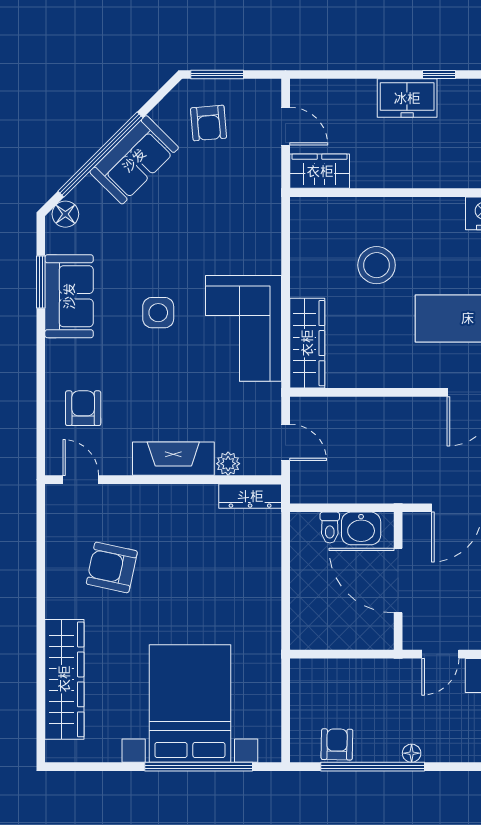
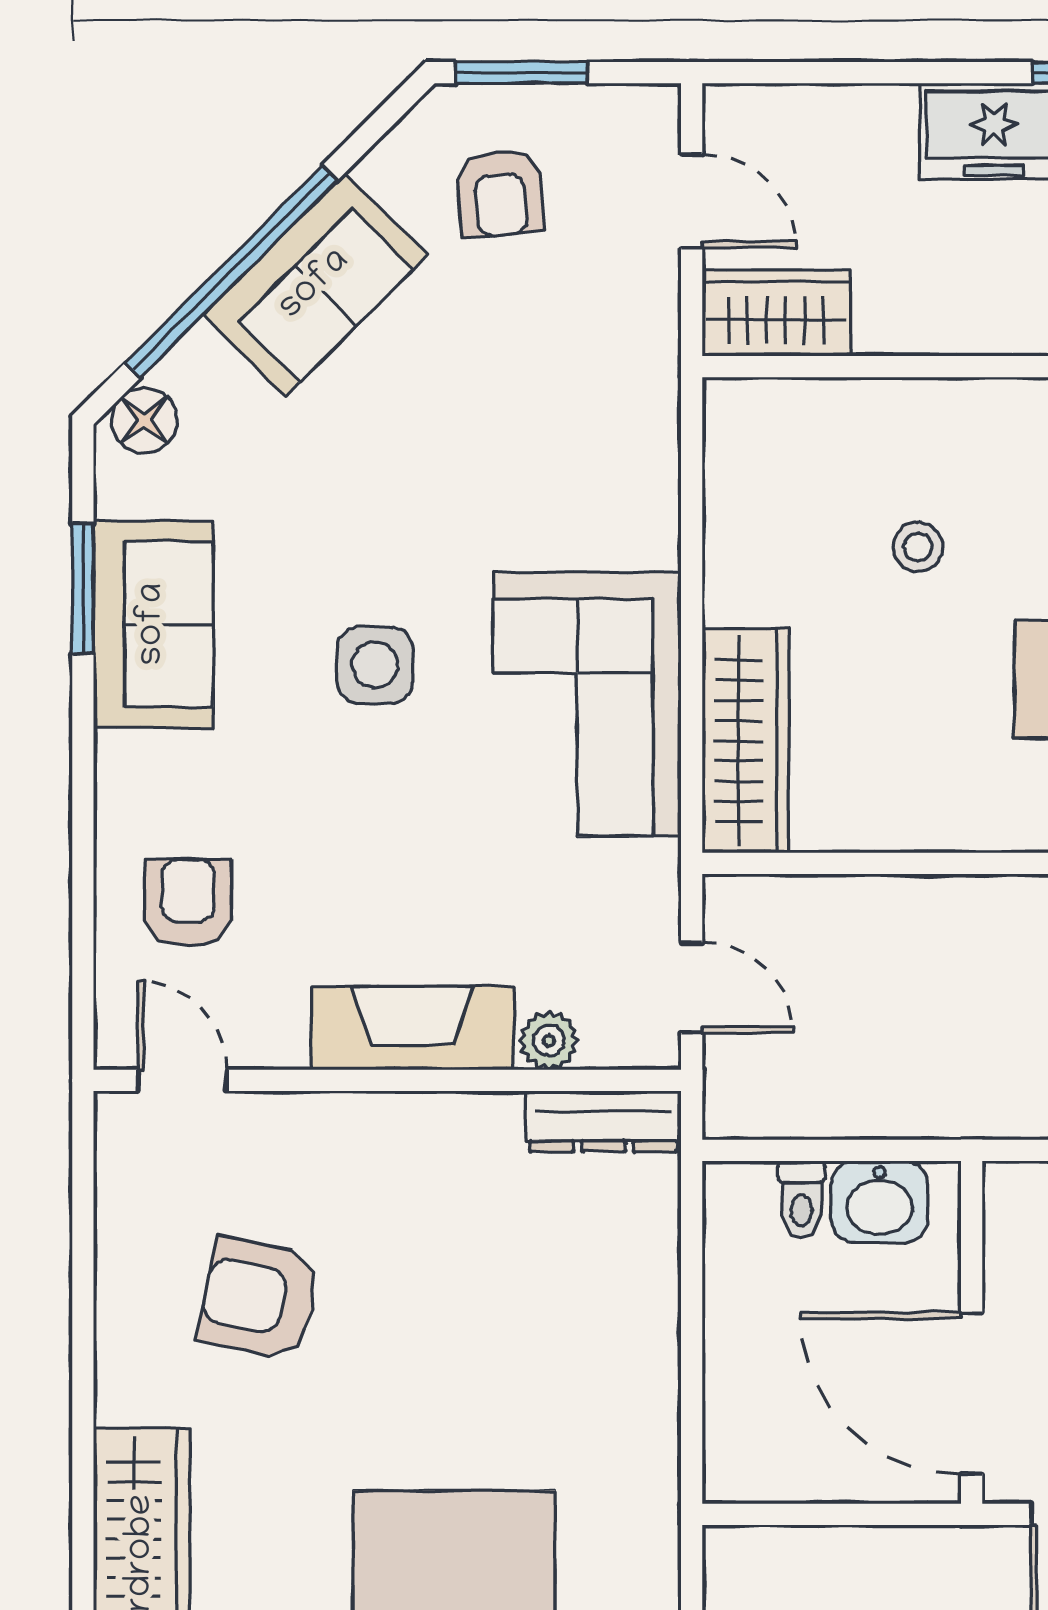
stool: (377, 265) -> (918, 547), width x0.53, depth x0.53
door: (398, 580) -> (972, 1393), moved

